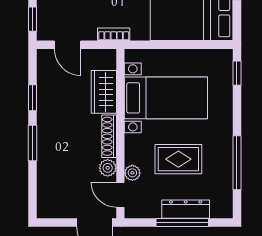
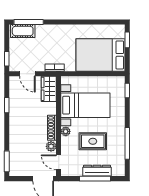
wardrobe: (104, 92) -> (49, 89), moved
window: (32, 143) -> (7, 161), moved
plant: (132, 173) -> (66, 131), moved

